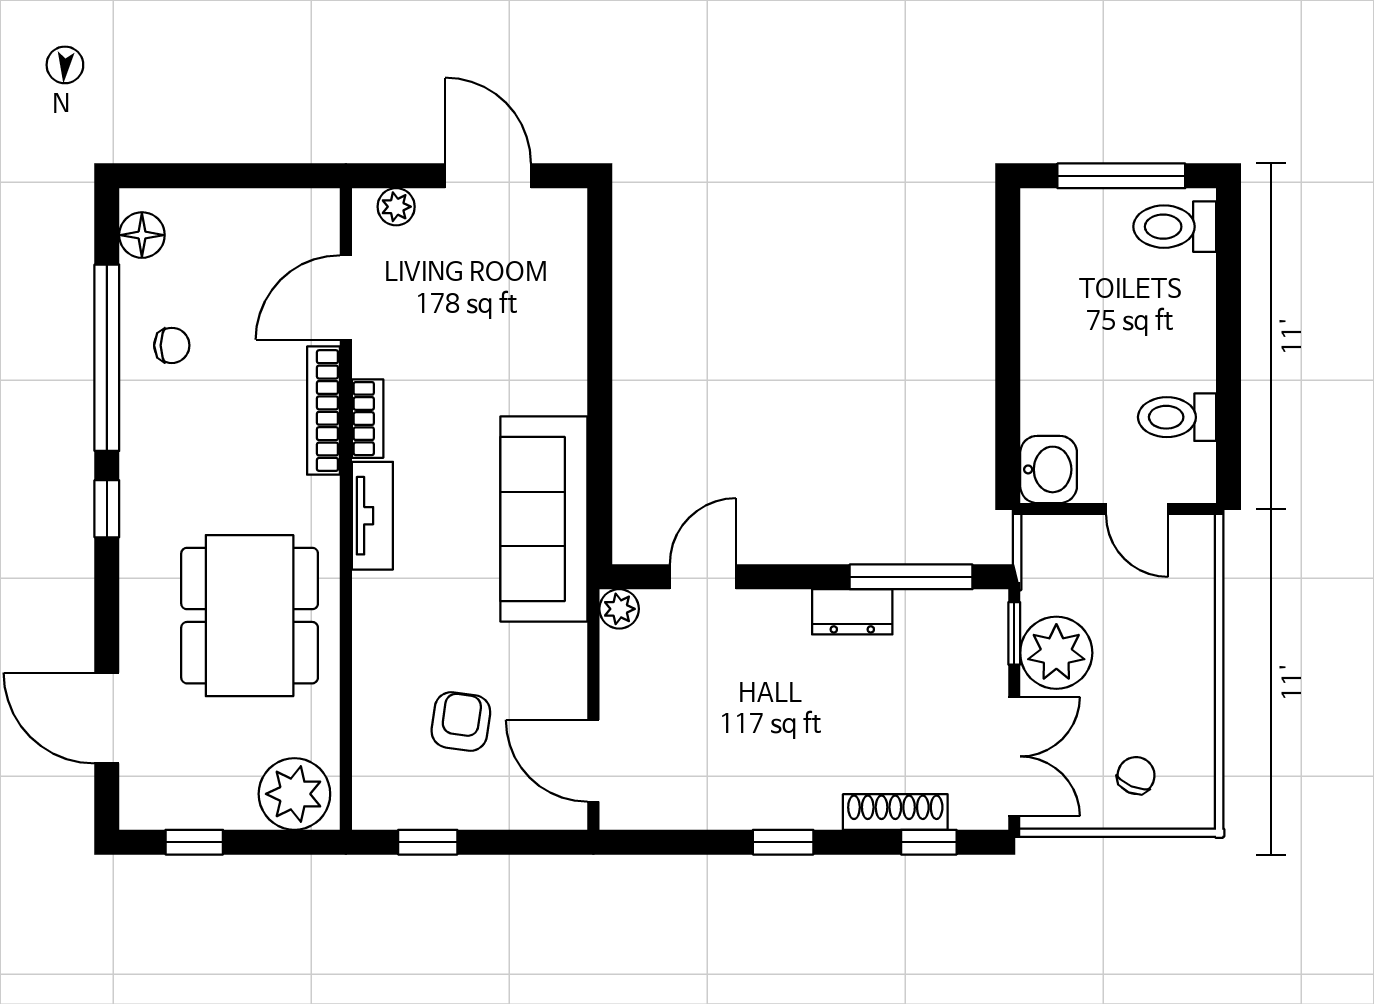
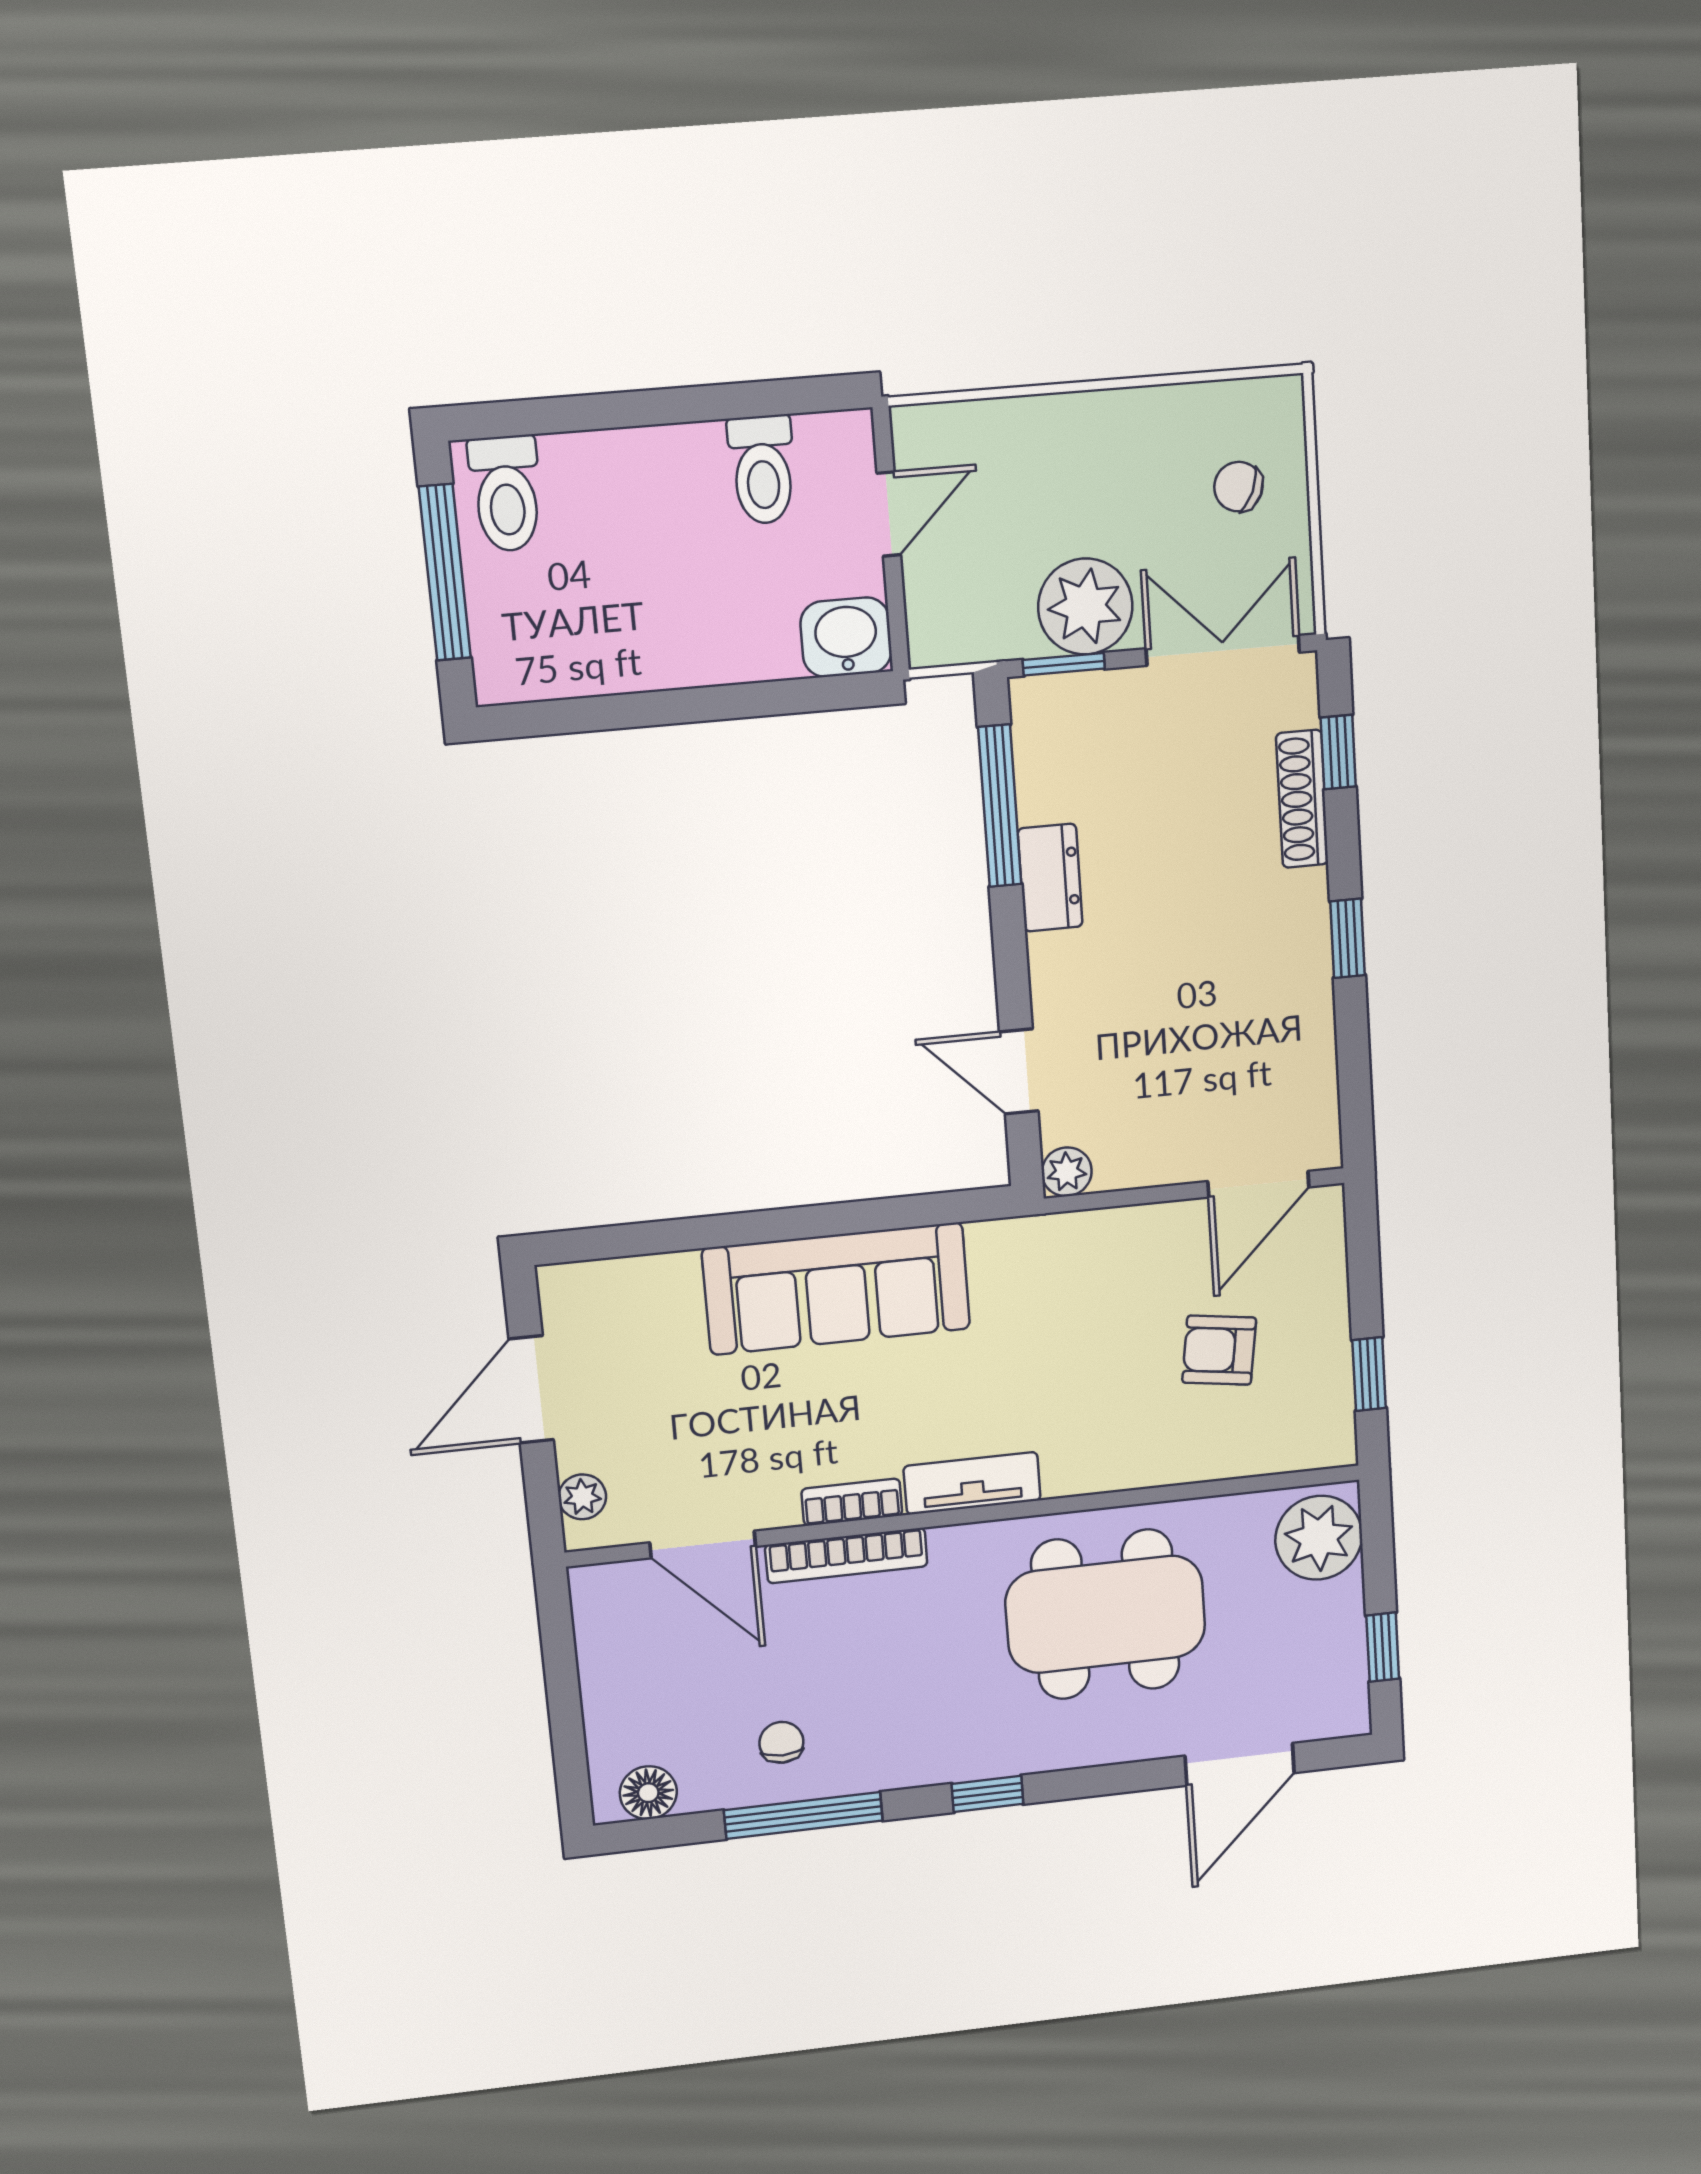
window: (107, 358) -> (803, 1815), width x0.68
sofa: (544, 519) -> (836, 1289), moved

